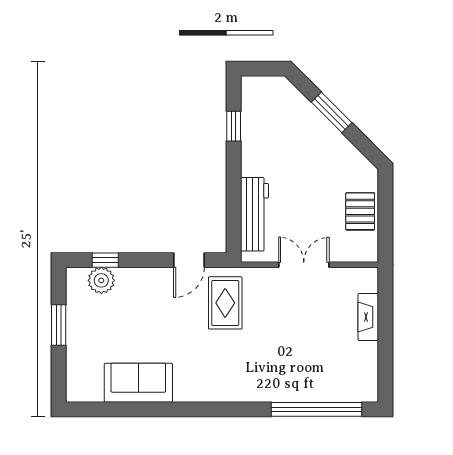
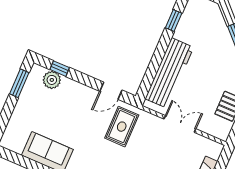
workbench: (254, 214) -> (169, 73), width x1.36, depth x1.32
window: (59, 325) -> (19, 83), moved

